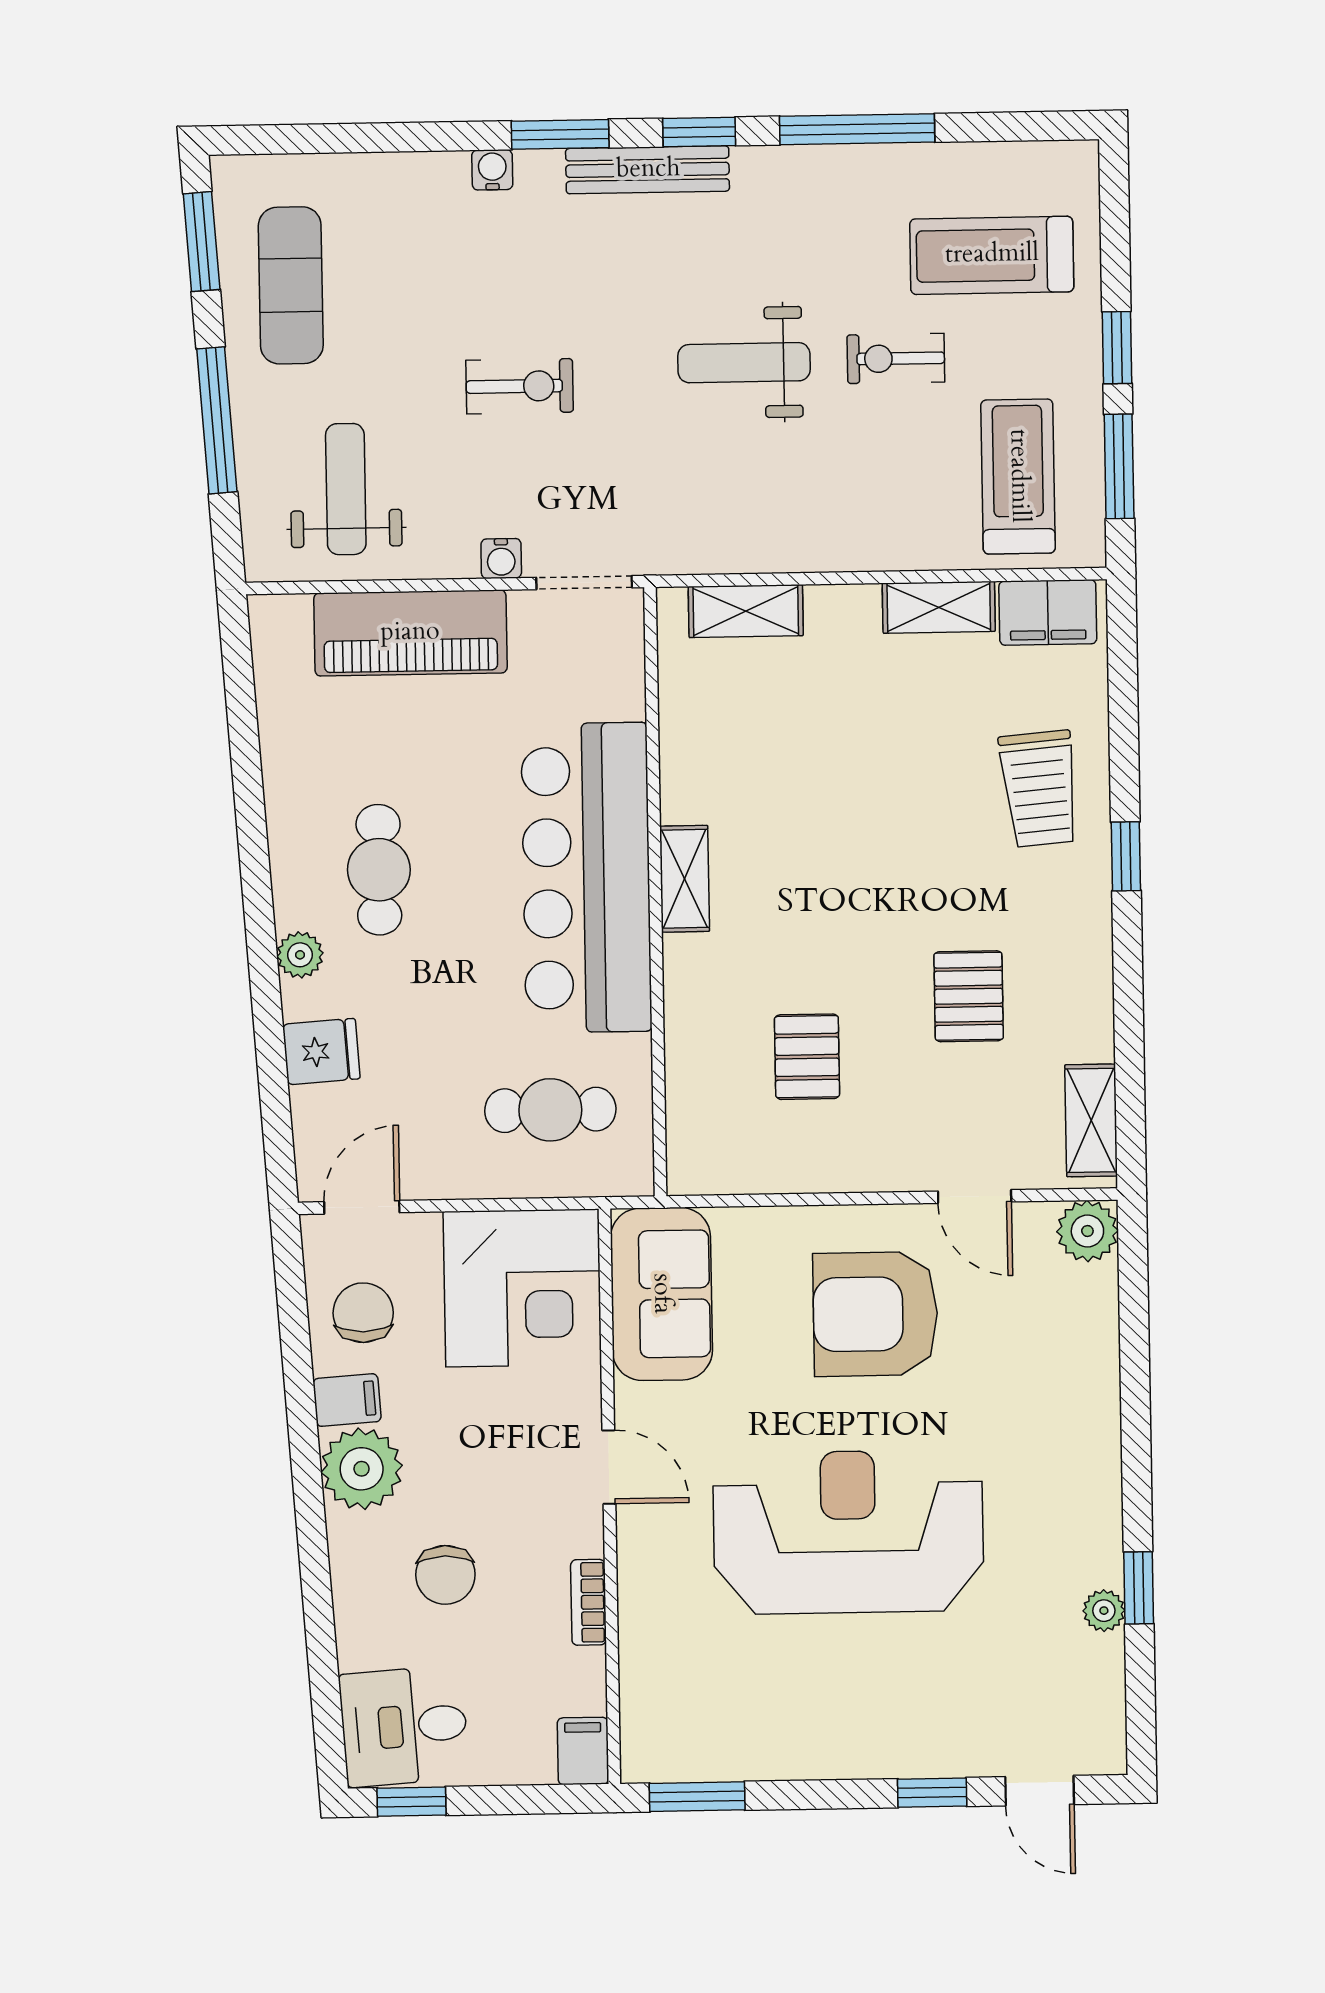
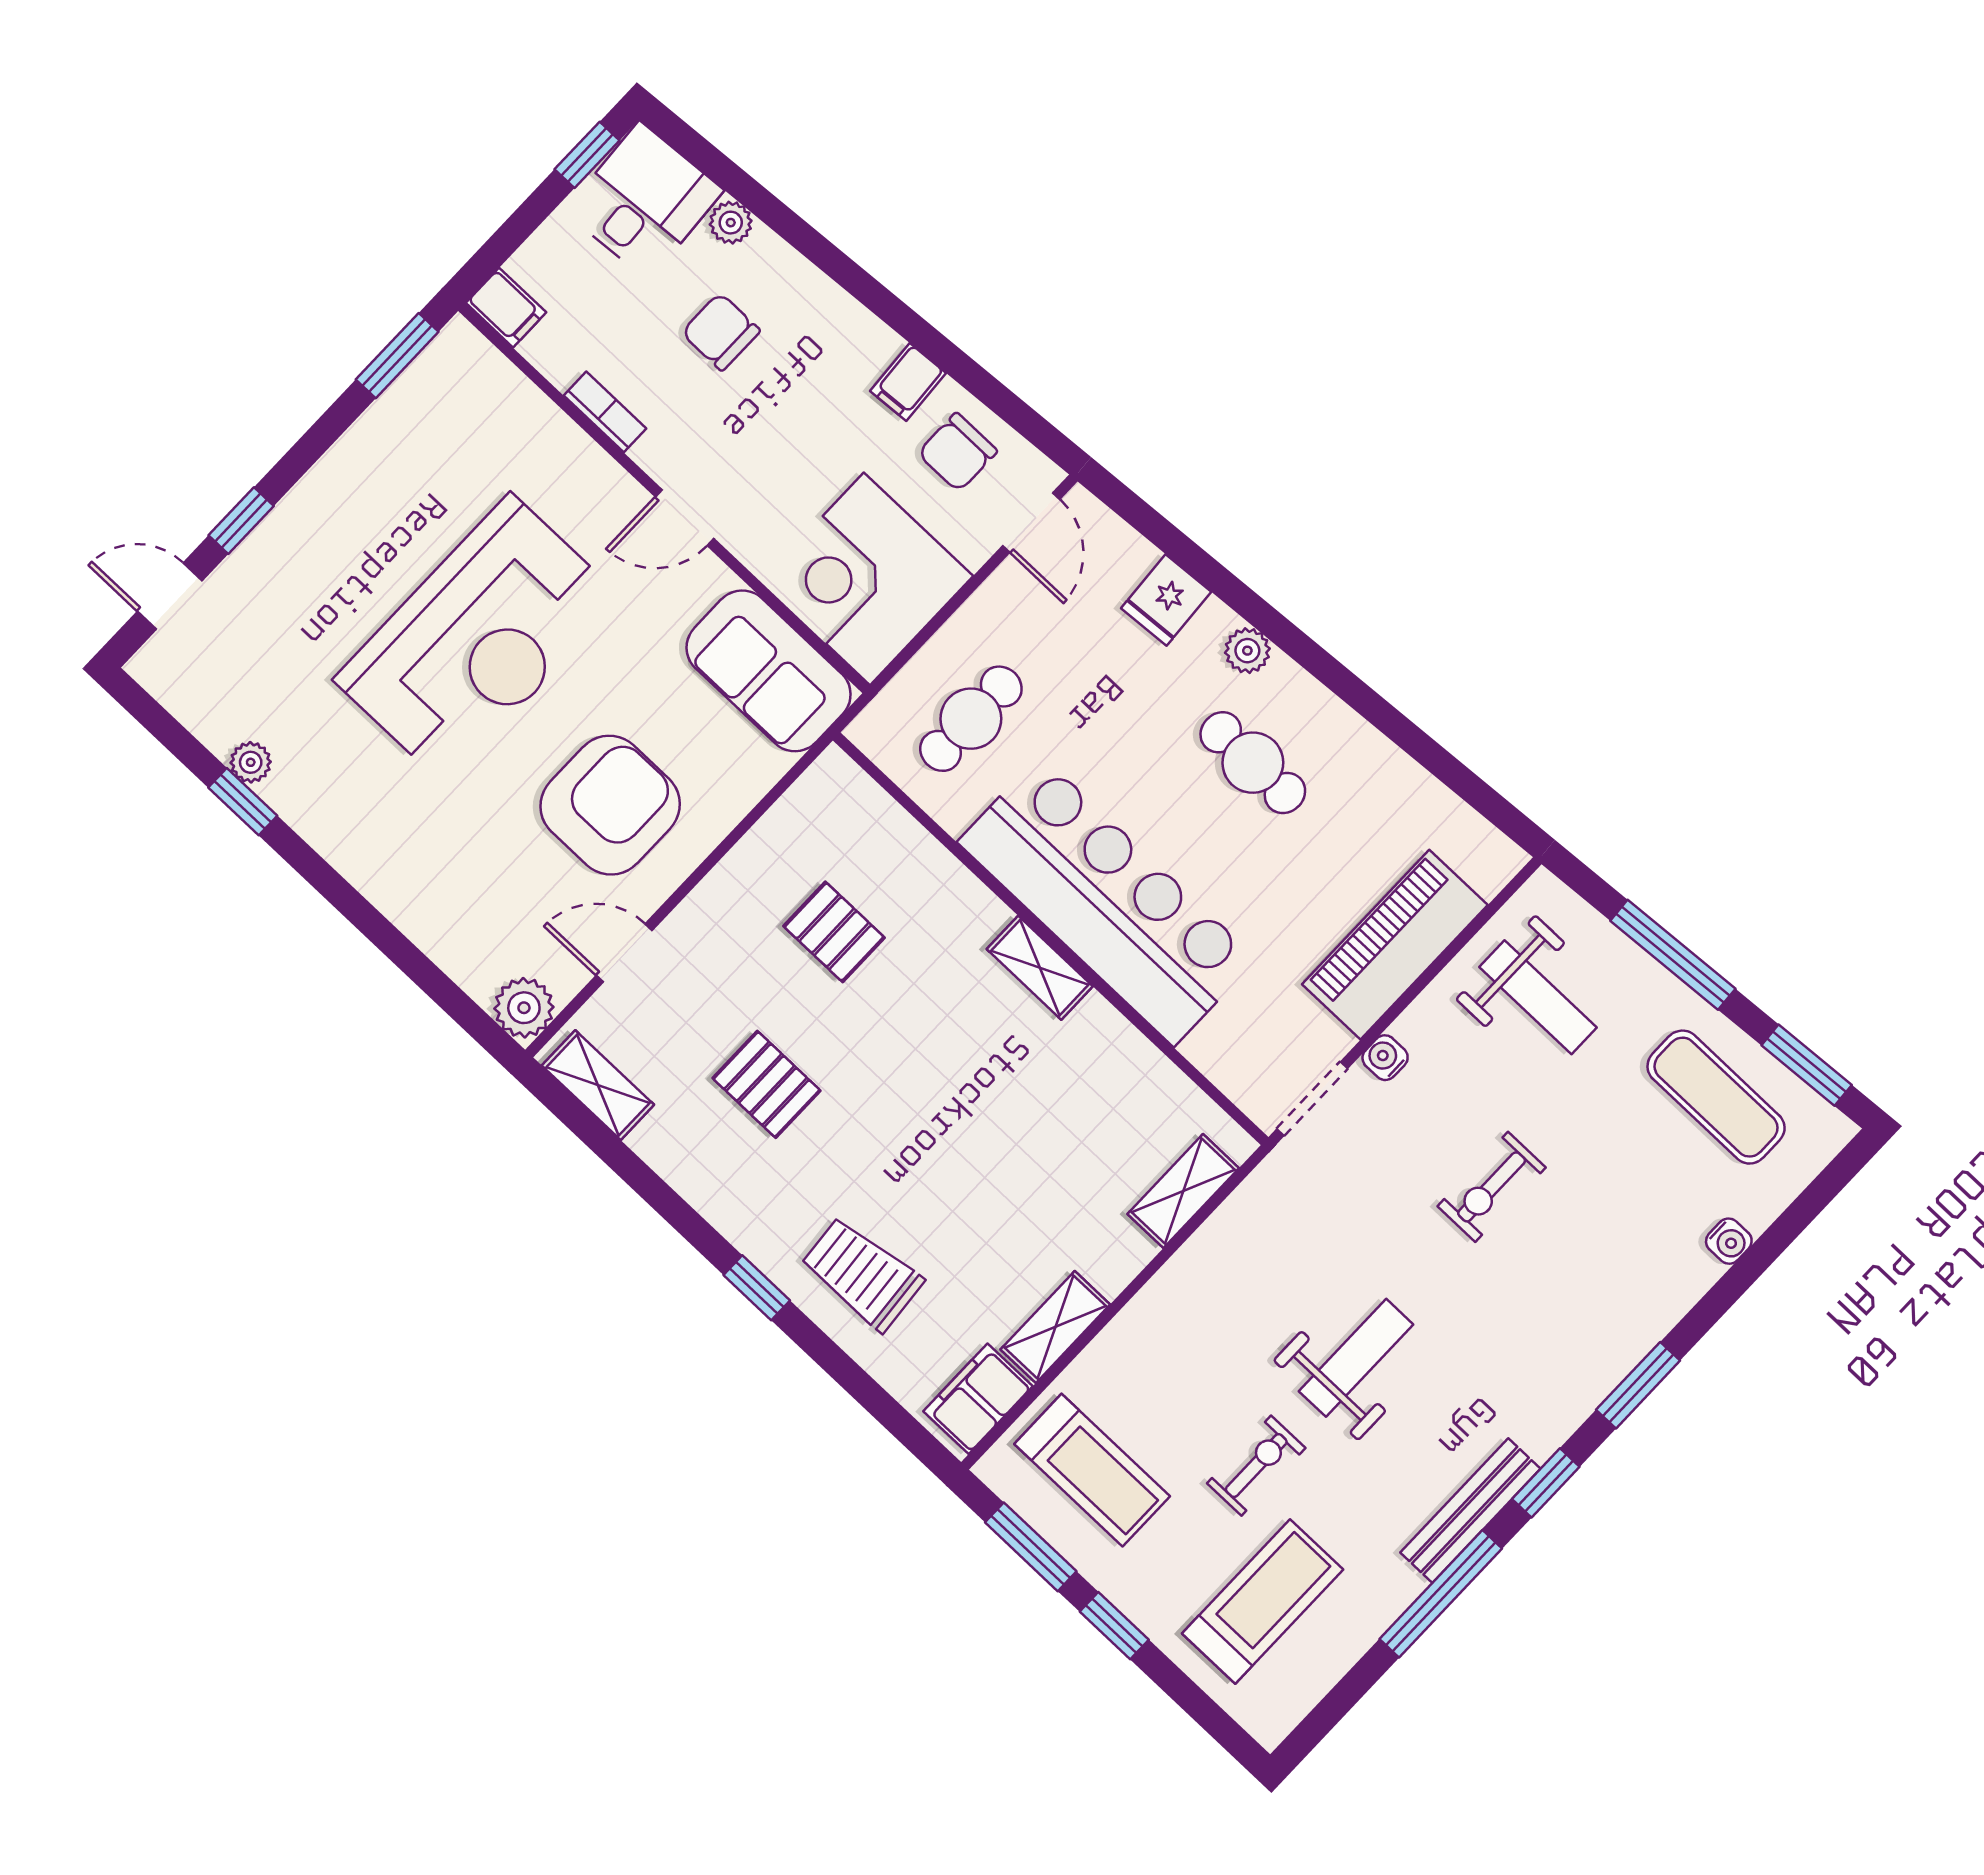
water cooler: (492, 170) -> (1729, 1241), moved
bench: (648, 170) -> (1470, 1511), moved
chair: (363, 1313) -> (957, 452), turned 90
plant: (362, 1469) -> (731, 223), moved, width x0.53, depth x0.53

